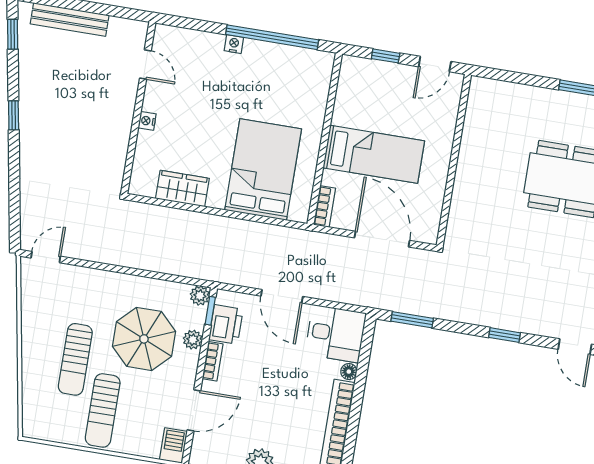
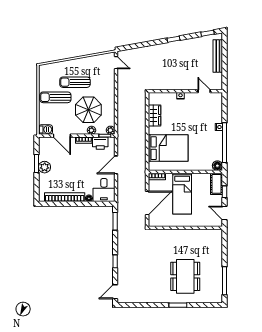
floor lamp: (323, 62) -> (217, 166), added
door: (145, 65) -> (204, 91), swing flipped
cot: (364, 71) -> (217, 184), added

